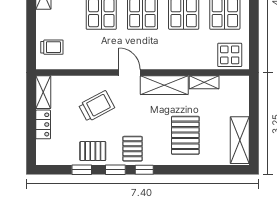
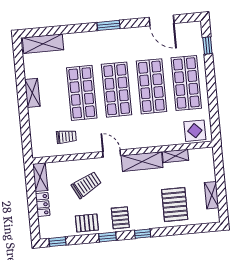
trolley: (52, 47) -> (66, 137), moved
pallet: (185, 135) -> (175, 205), moved
shelving: (240, 140) -> (212, 195), width x0.67, depth x0.75
window: (82, 170) -> (57, 242), moved
window: (144, 170) -> (143, 234), moved

